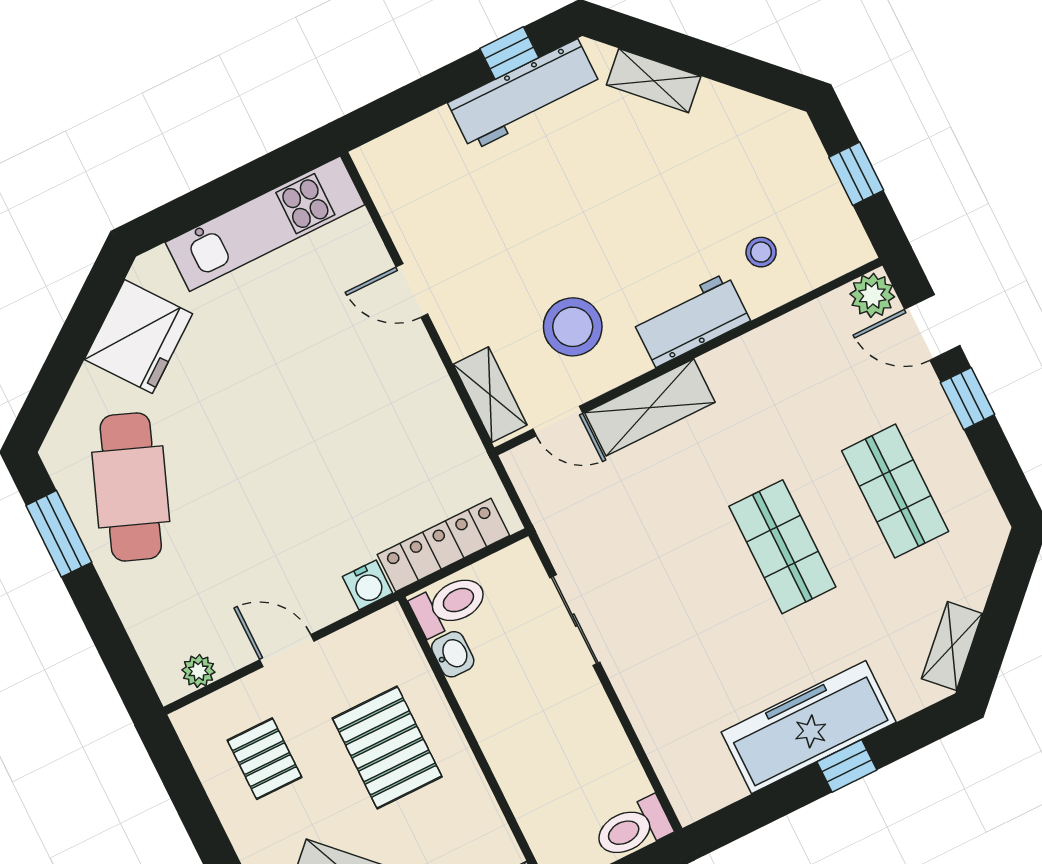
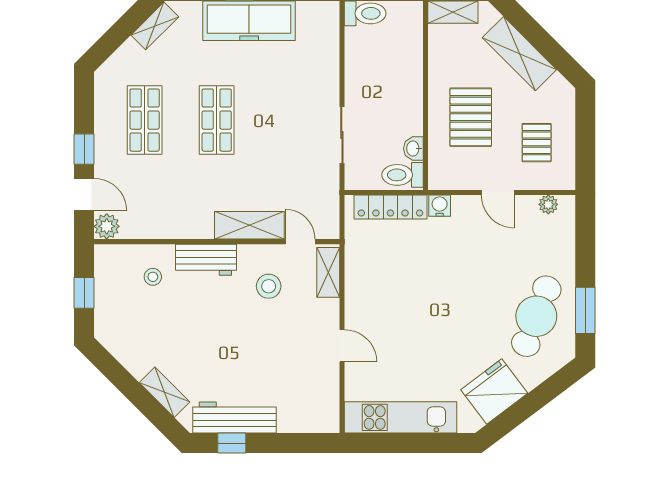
stool: (573, 327) -> (269, 286), width x0.73, depth x0.73

